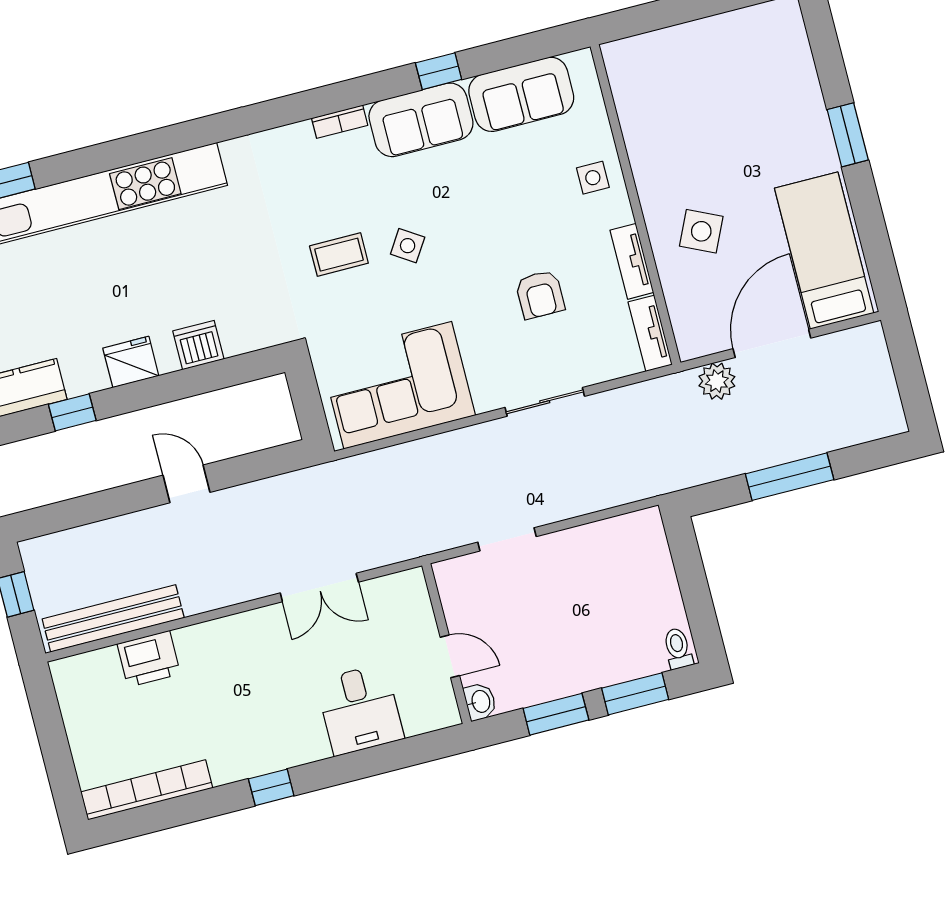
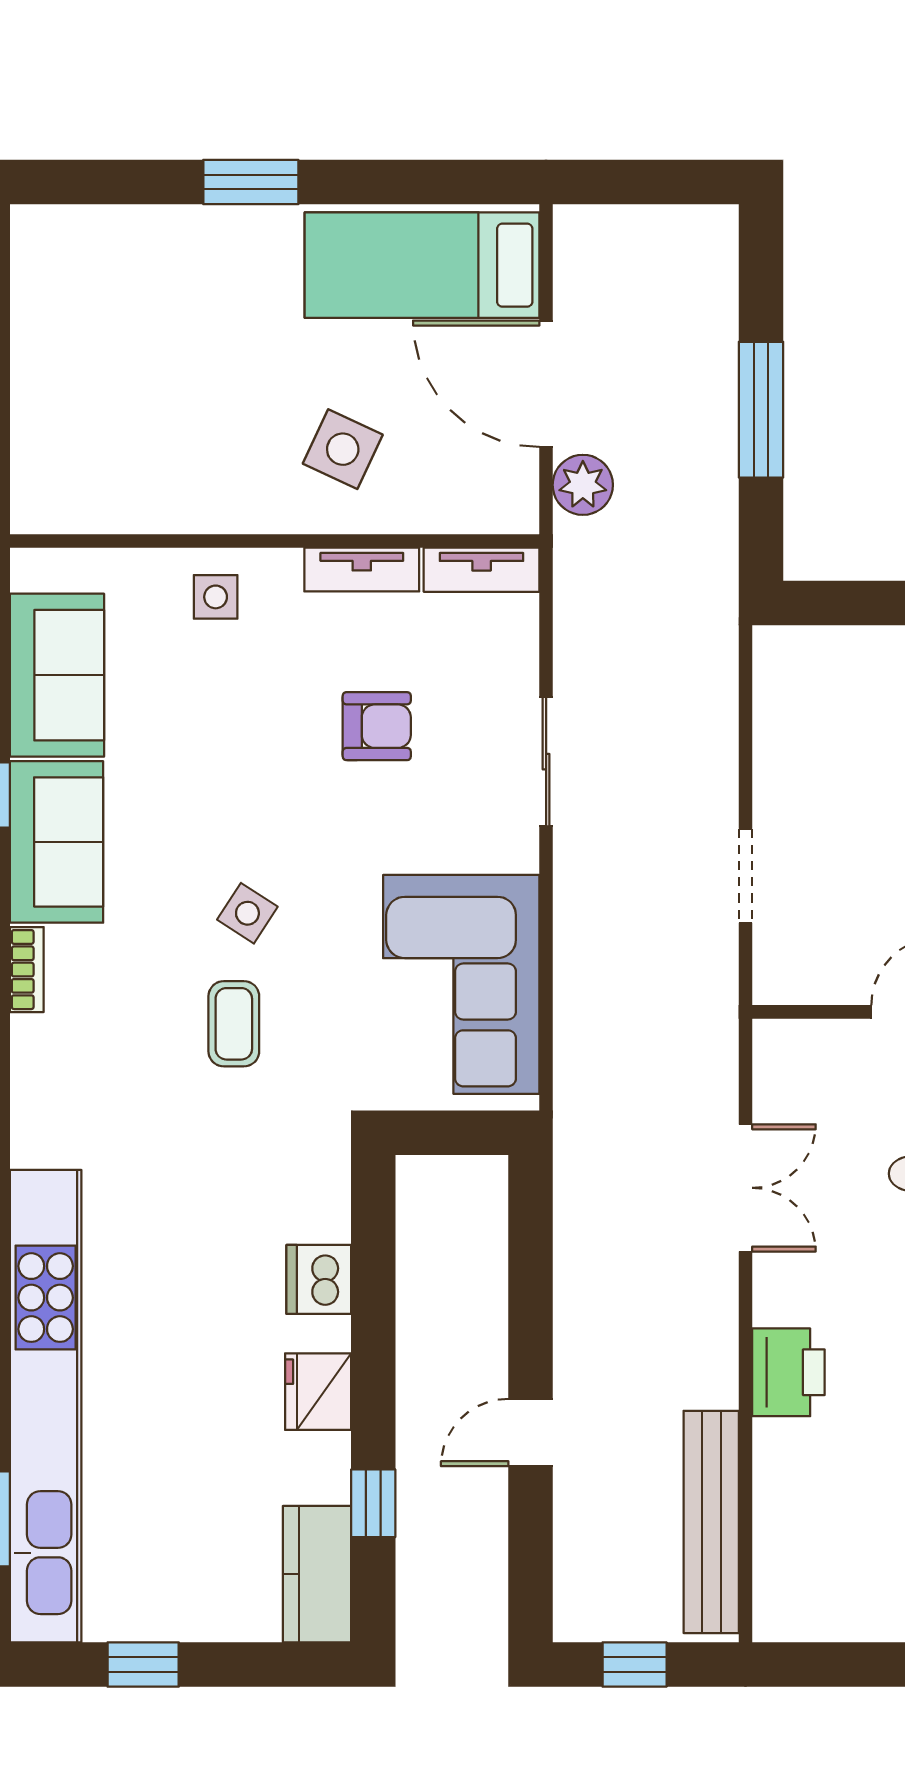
door: (187, 484) -> (531, 1432), moved
printer: (149, 659) -> (788, 1372), moved

